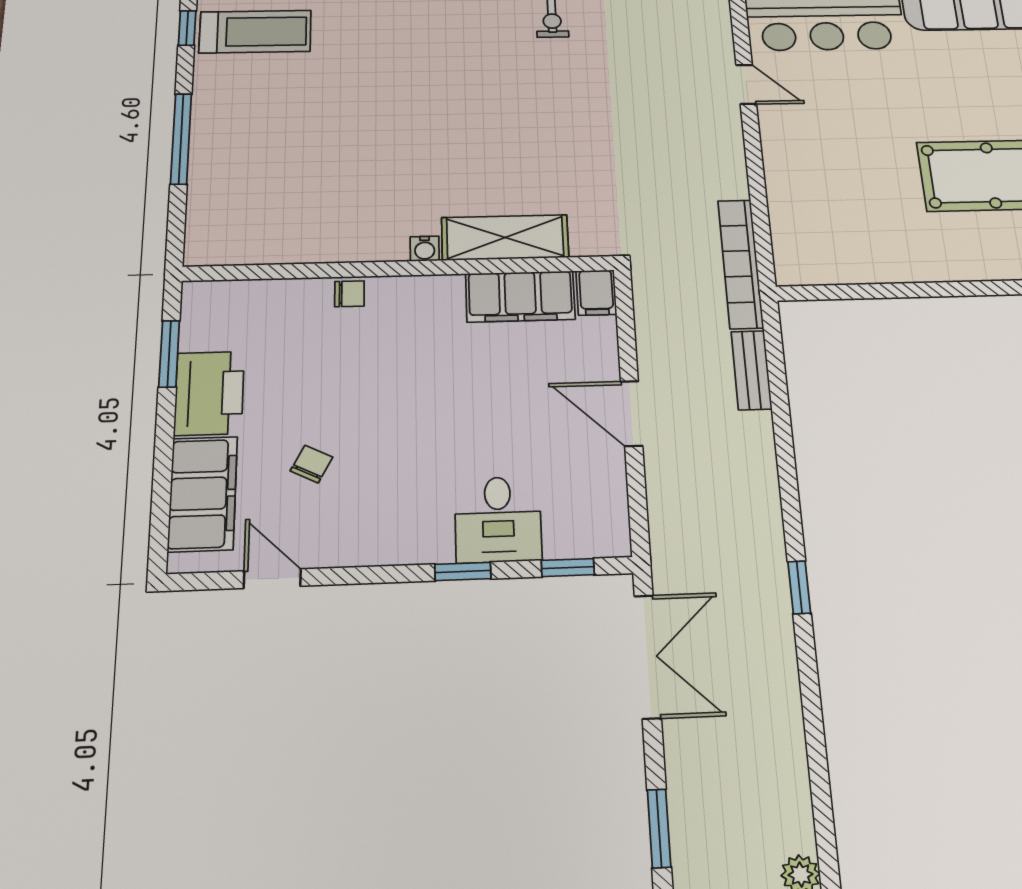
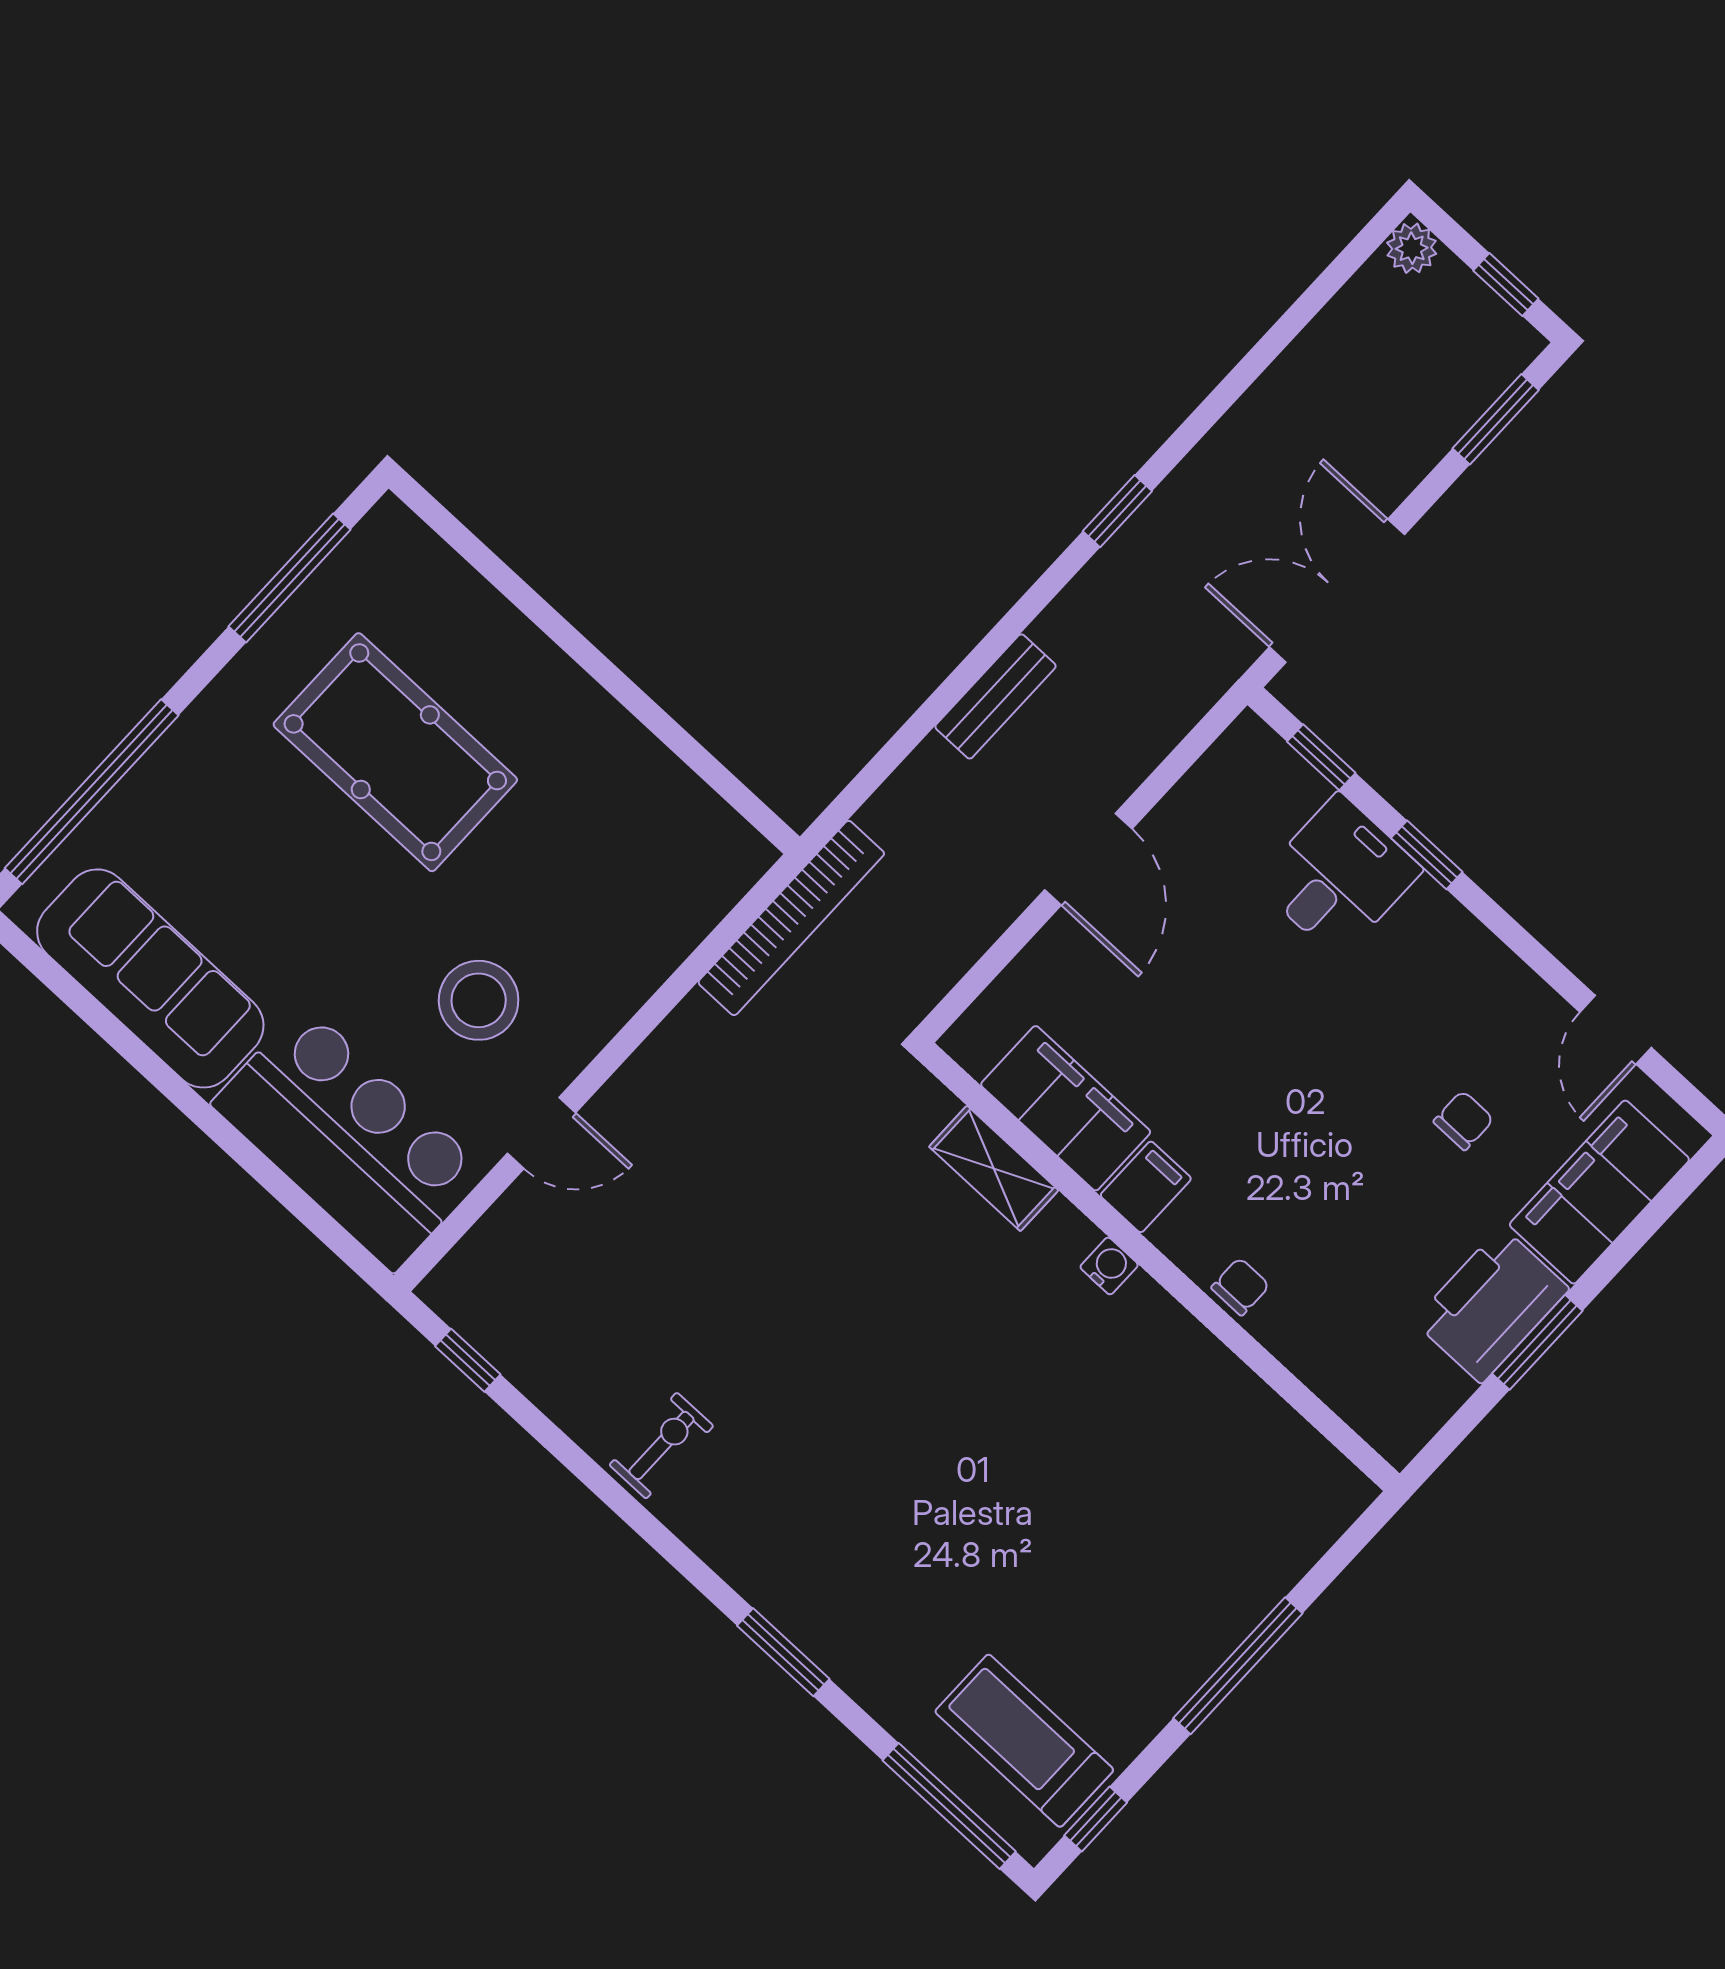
door: (746, 84) -> (542, 1133), swing flipped
stool: (836, 111) -> (479, 1000), added
shelving: (505, 237) -> (994, 1168), width x0.67, depth x0.75
filing cabinet: (596, 293) -> (1146, 1187), moved
chair: (349, 294) -> (1240, 1287), turned 90
window: (169, 354) -> (1537, 1342), moved
bench: (751, 370) -> (995, 696), moved
chair: (311, 464) -> (1464, 1120), turned 153

